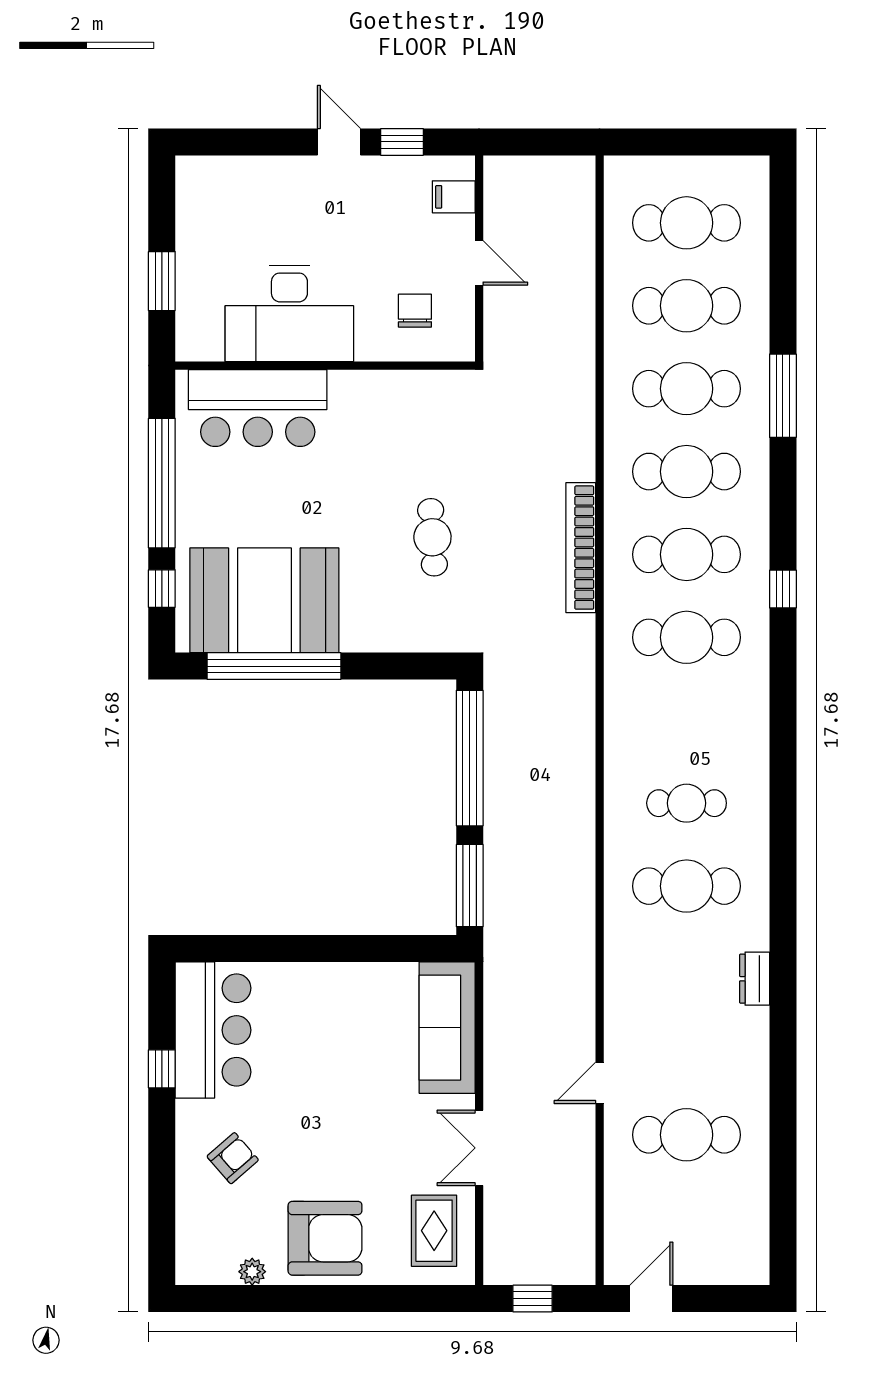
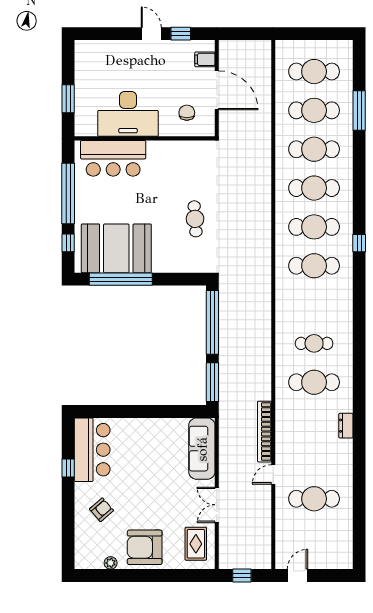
door: (479, 263) -> (217, 90), width x1.88
window: (783, 396) -> (359, 110), moved
bookcase: (581, 548) -> (264, 432), moved
armchair: (325, 1238) -> (145, 547), turned 180

